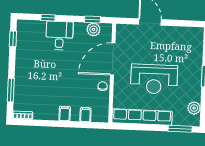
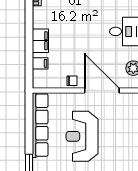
filing cabinet: (65, 114) -> (40, 41), width x2.00

